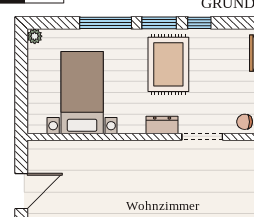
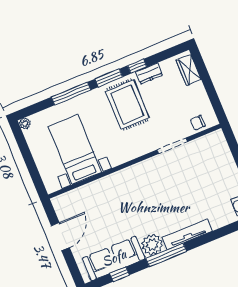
dresser: (162, 125) -> (149, 74), moved, turned 180

